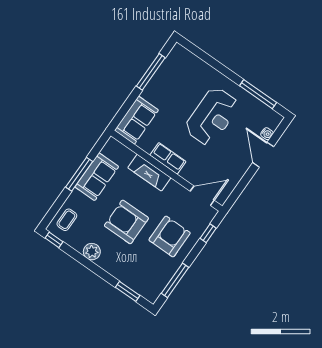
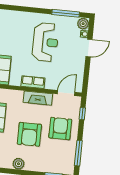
plant: (273, 120) -> (83, 24), added
door: (263, 155) -> (89, 48), swing flipped
fireplace: (149, 173) -> (38, 98), moved
armchair: (126, 222) -> (29, 134), turned -90

